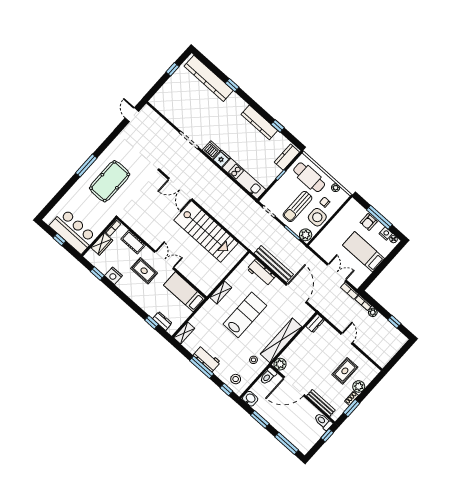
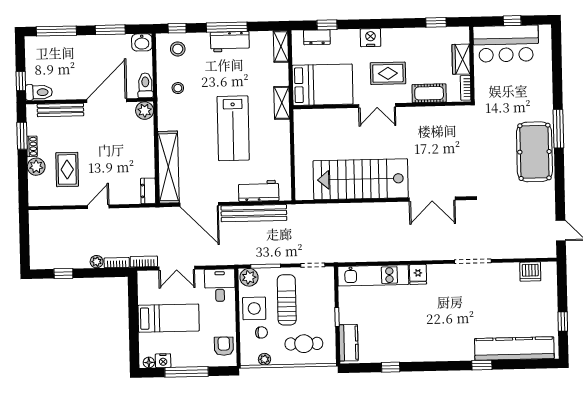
kitchen counter: (259, 122) -> (414, 352), removed
dishwasher: (212, 150) -> (530, 272), moved
cafe table: (309, 177) -> (304, 344), width x0.73, depth x0.74
pool table: (110, 181) -> (534, 152), moved
double door: (180, 189) -> (432, 199), swing flipped
armchair: (369, 222) -> (224, 346), moved
desk: (323, 244) -> (220, 285), added
nightstand: (114, 276) -> (370, 38), moved
bed: (184, 292) -> (323, 85), width x1.50
shelving: (221, 293) -> (282, 103), moved
door: (347, 338) -> (98, 207), swing flipped
shelving: (281, 340) -> (168, 167), moved

